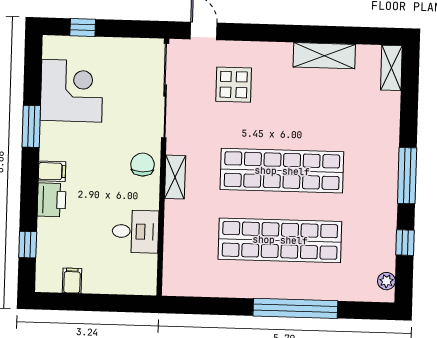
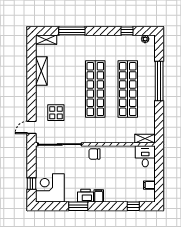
corner desk: (72, 91) -> (50, 188), moved
window: (407, 176) -> (72, 31), moved
shelving: (175, 177) -> (145, 139), moved
printer: (52, 200) -> (85, 196), moved
desk: (135, 231) -> (145, 156), moved

